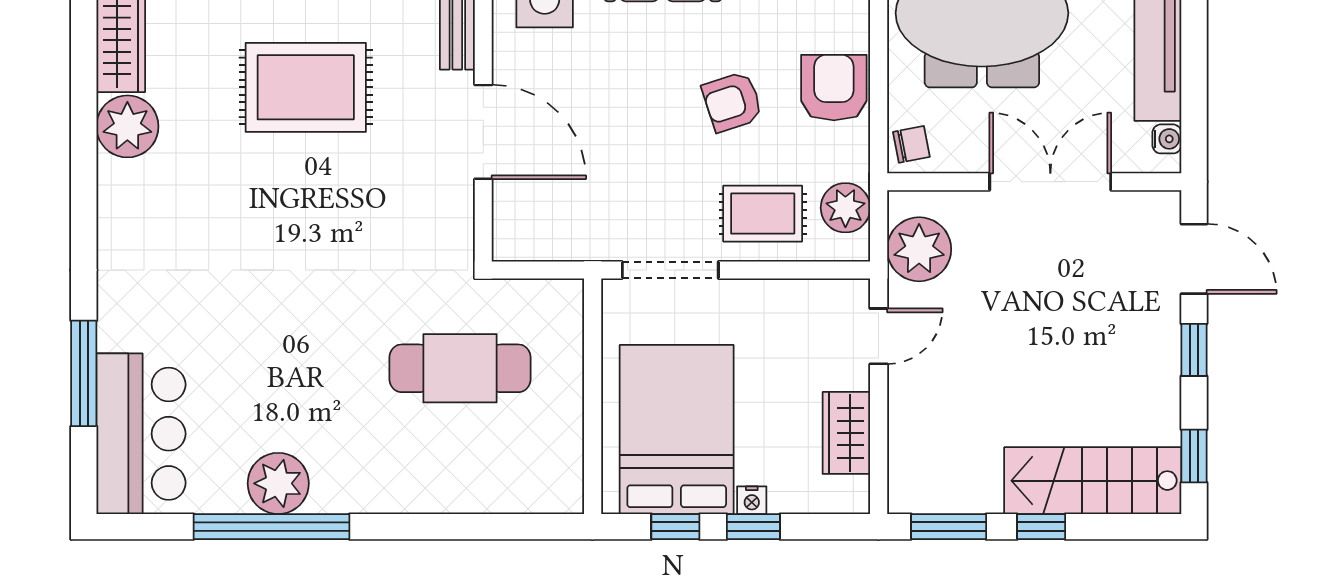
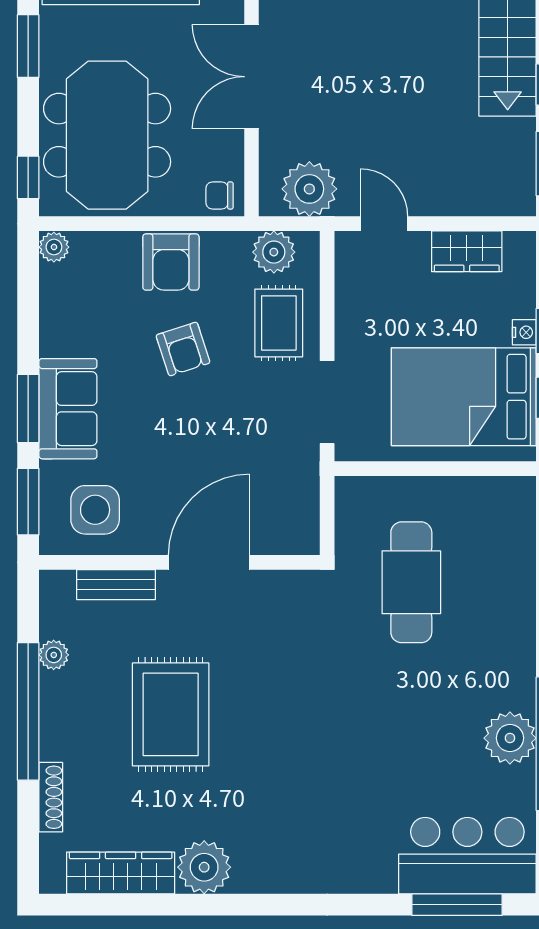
armchair: (834, 88) -> (171, 262), turned -90
chair: (911, 144) -> (219, 196), turned -79
window: (84, 373) -> (457, 905), moved

